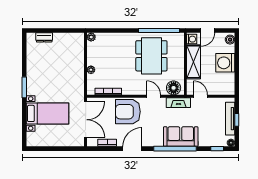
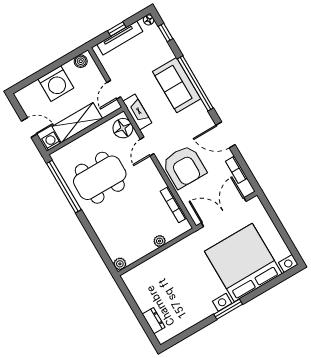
boiler: (230, 40) -> (81, 61), moved
bed with nightstands: (48, 113) -> (243, 263), width x1.85

